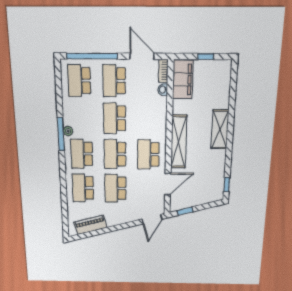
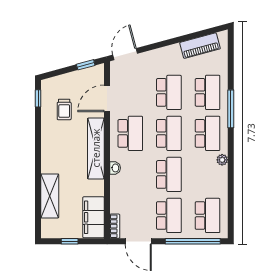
washbasin: (163, 90) -> (115, 168), moved
shelving: (220, 129) -> (50, 196), moved
window: (61, 134) -> (231, 109), moved
trolley: (205, 175) -> (64, 110), added

